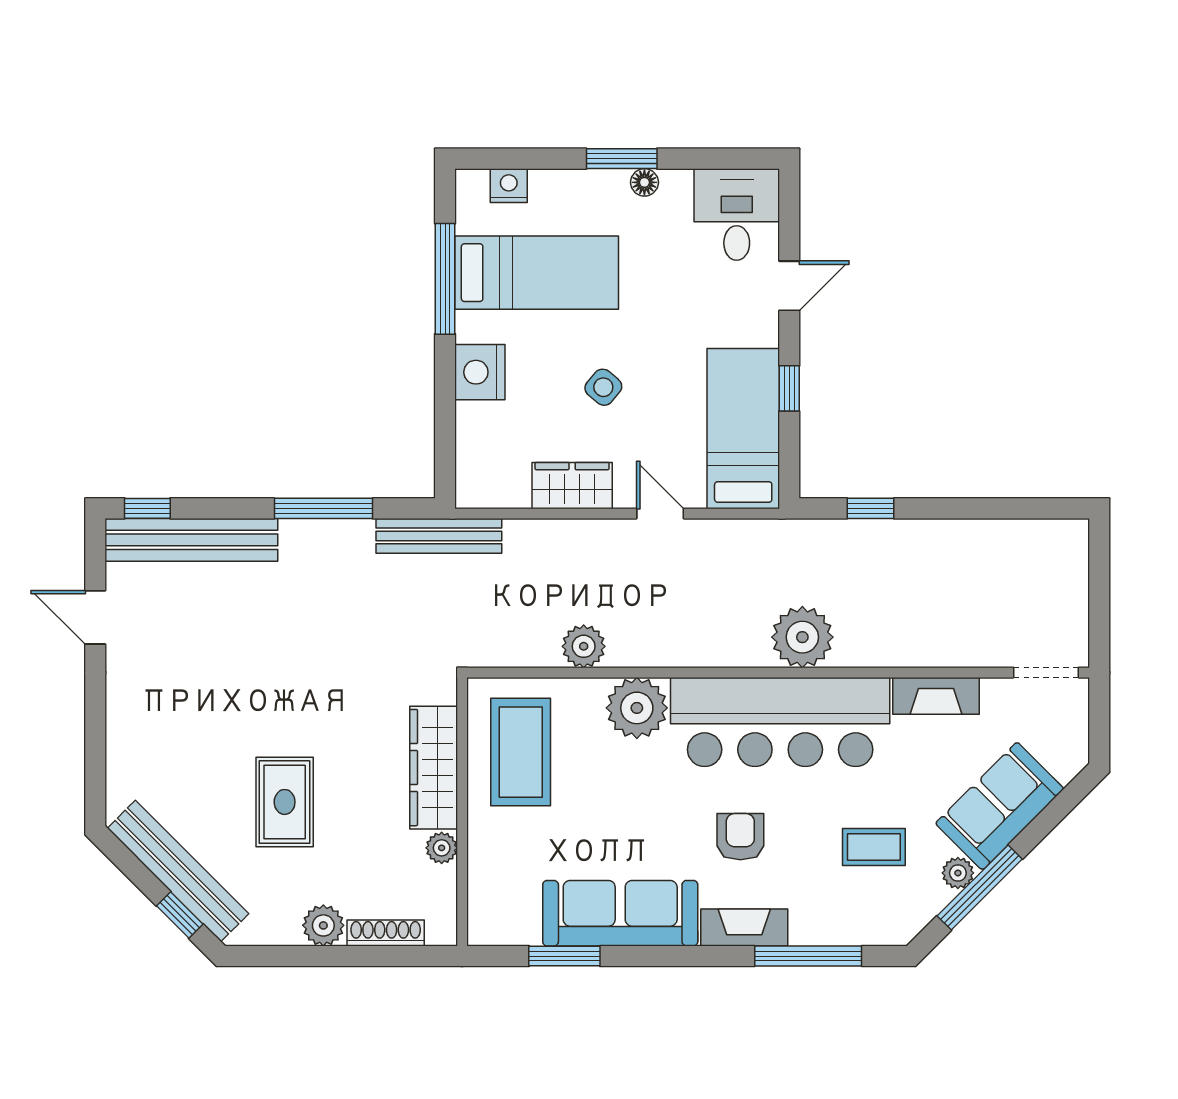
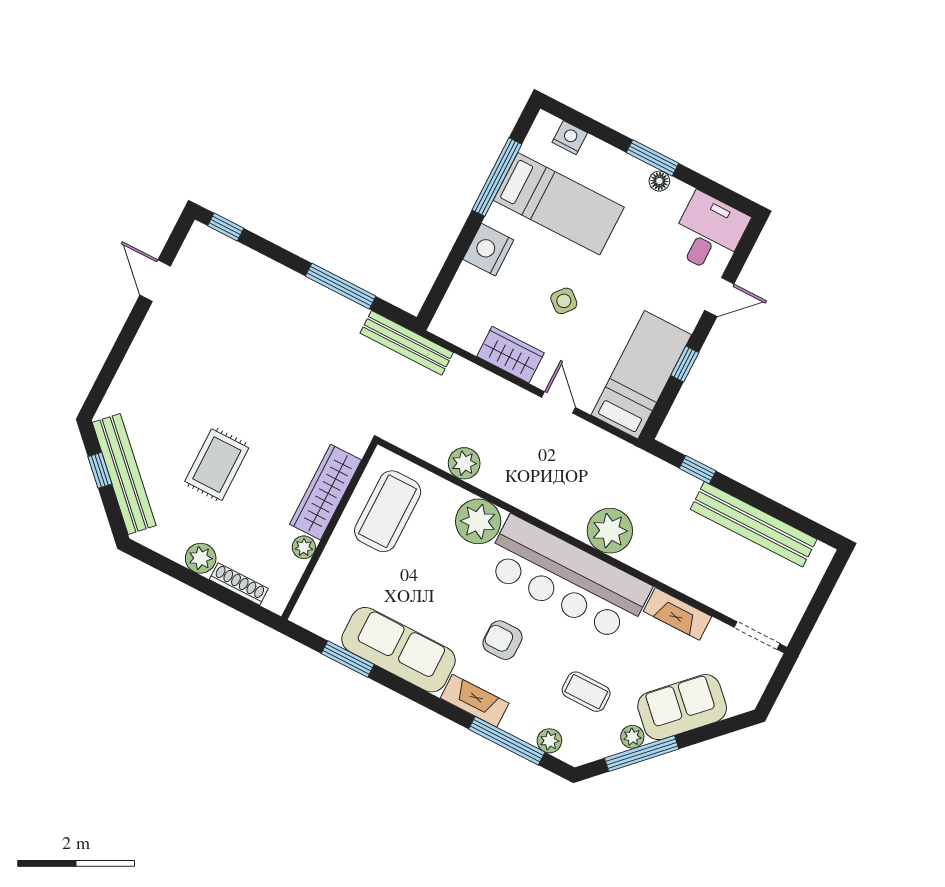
bench: (191, 540) -> (754, 524), moved
armchair: (740, 837) -> (502, 640), turned -90
window: (180, 915) -> (100, 470), moved
plant: (860, 929) -> (549, 741), added

